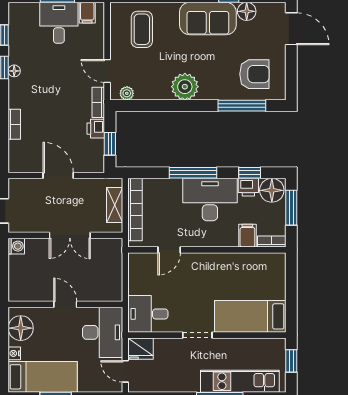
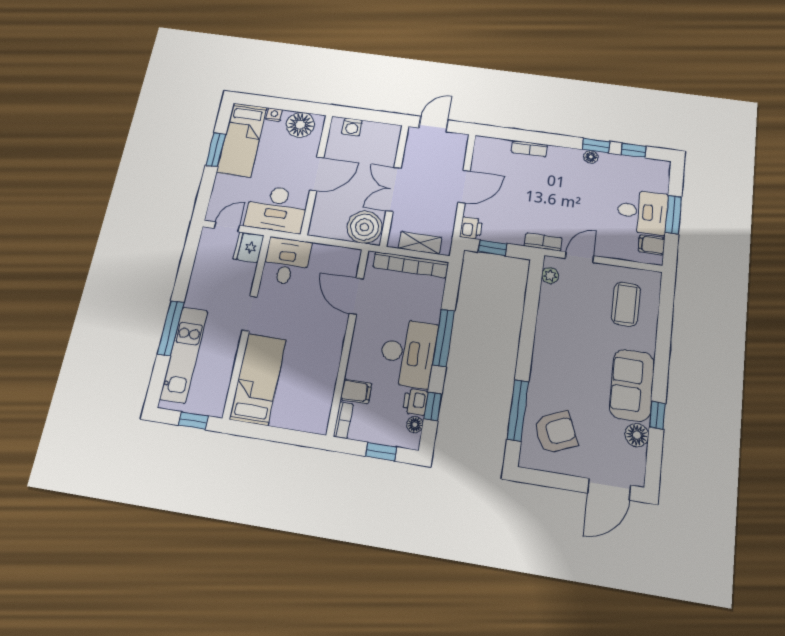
coffee table: (142, 29) -> (626, 304), turned 90
armchair: (254, 74) -> (556, 432), turned -114
plant: (185, 87) -> (550, 344), removed
printer: (96, 129) -> (471, 228), moved, turned 90
floor lamp: (272, 190) -> (415, 425), width x0.53, depth x0.53
window: (291, 208) -> (381, 452), width x0.67
washing machine: (16, 246) -> (352, 127), moved
door: (169, 250) -> (356, 296), width x1.38
boiler: (108, 254) -> (364, 227), added
door: (65, 304) -> (317, 174), width x1.38

